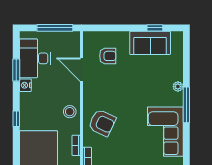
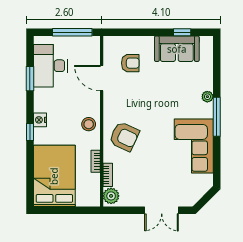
nightstand: (25, 85) -> (40, 120), moved

